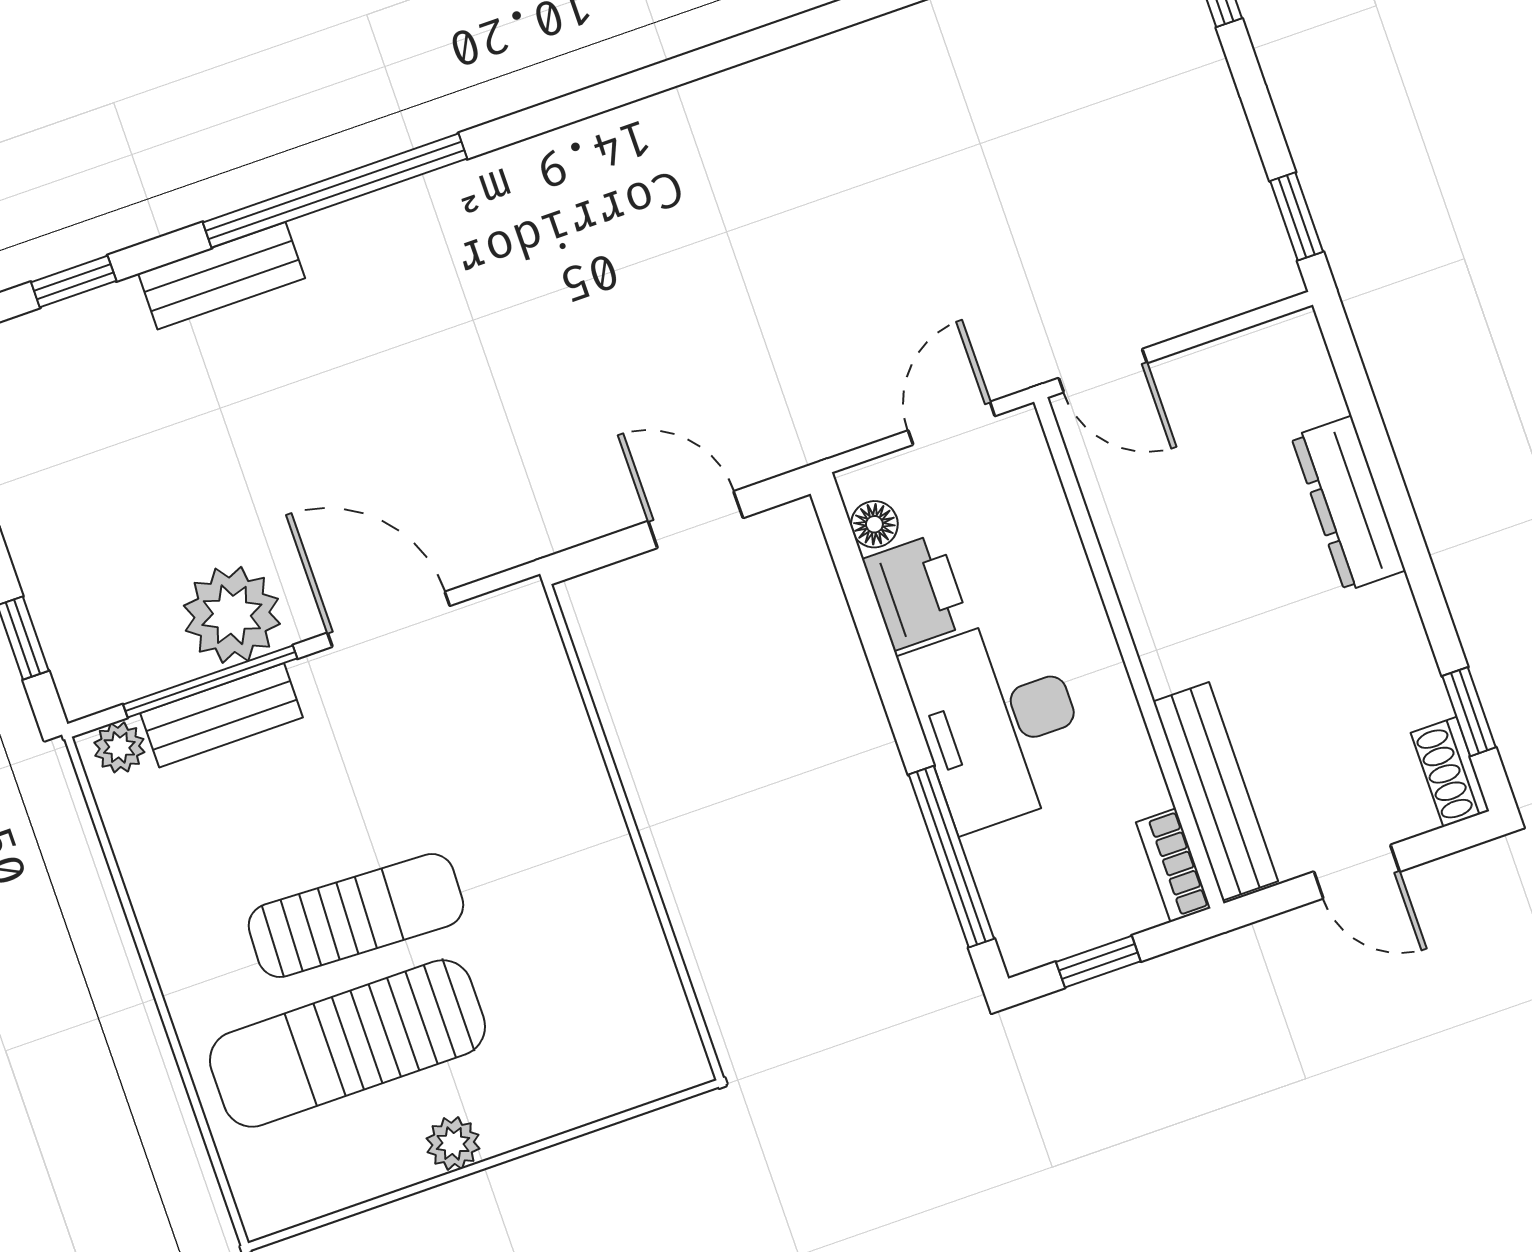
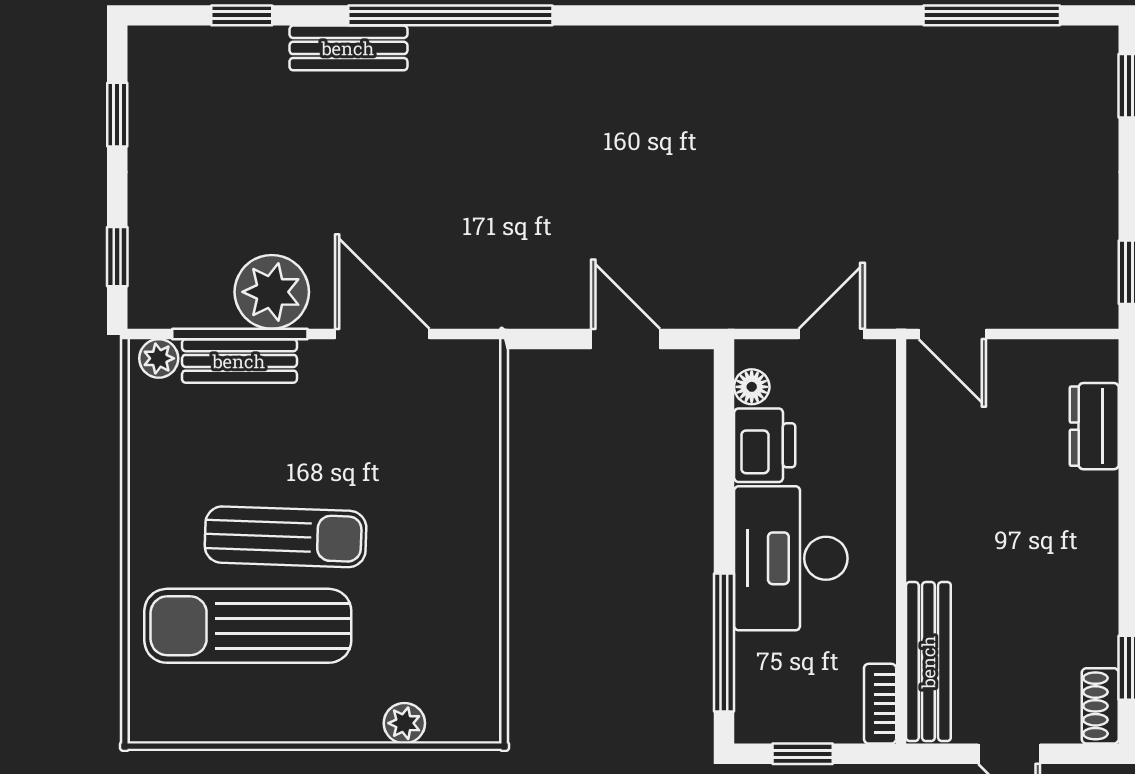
dresser: (1348, 504) -> (1094, 426), moved, width x0.70
plant: (453, 1143) -> (404, 723), moved

